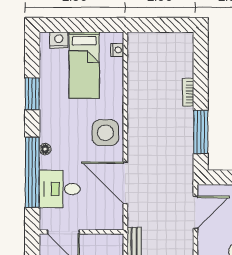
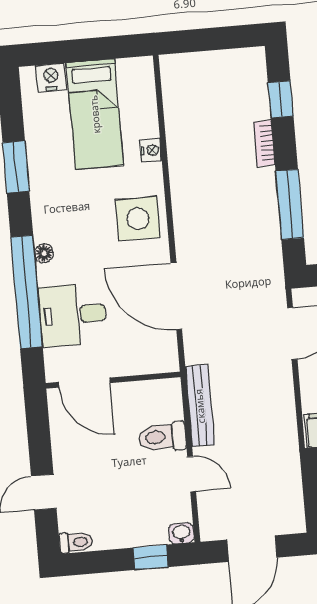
nightstand: (117, 50) -> (151, 150), moved
window: (201, 66) -> (281, 99), added

